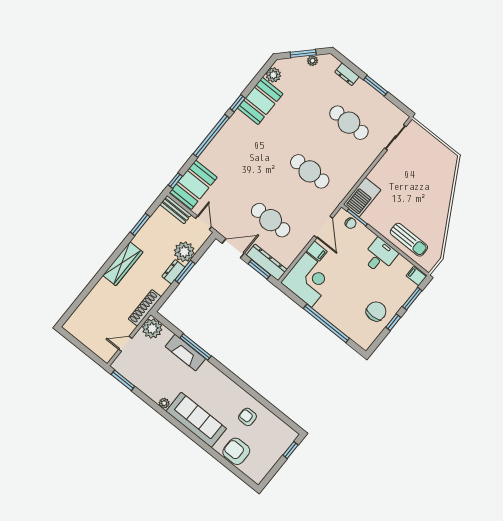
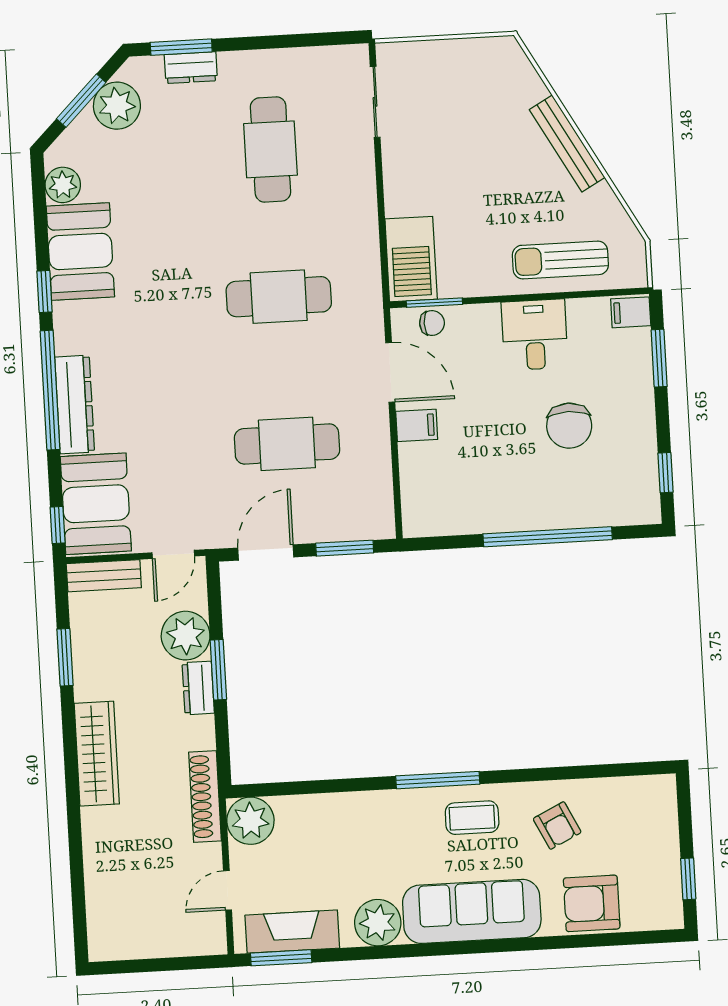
plant: (312, 61) -> (117, 106), width x1.88, depth x1.88
window: (376, 86) -> (181, 47), moved
cafe table: (349, 123) -> (270, 149), turned 90
bench: (444, 205) -> (567, 143), added
door: (203, 223) -> (173, 554), swing flipped
sun lounger: (409, 240) -> (560, 260), turned 180
dresser: (267, 262) -> (75, 405), moved, turned 90
corner desk: (308, 280) -> (447, 489), removed
chair: (376, 311) -> (569, 426), moved, turned 180
window: (393, 322) -> (665, 473), moved
window: (196, 347) -> (438, 780), moved
fireplace: (185, 353) -> (292, 932), moved, turned 180
coffee table: (223, 390) -> (472, 818), added
plant: (164, 403) -> (378, 923), width x1.87, depth x1.87
armchair: (247, 417) -> (557, 825), turned -116
window: (290, 450) -> (688, 879), moved

